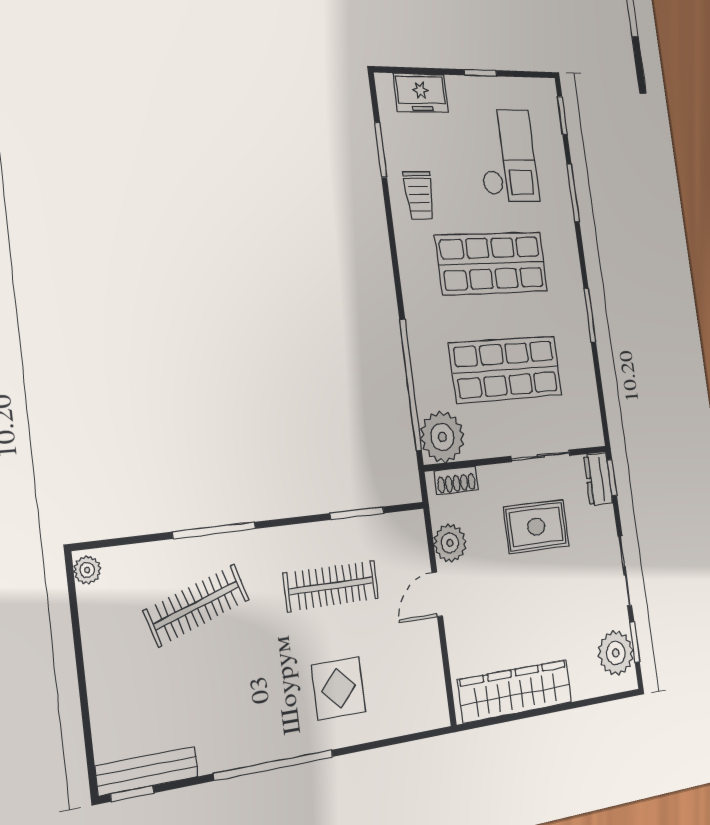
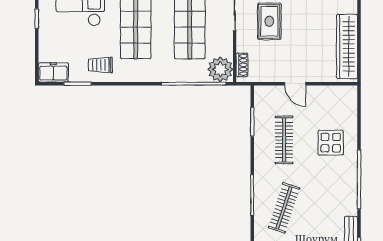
freezer: (421, 93) -> (53, 72), moved, turned -90
trolley: (419, 195) -> (100, 65), turned 180
plant: (450, 543) -> (272, 73), removed
clothes rail: (197, 605) -> (284, 208), turned 36

